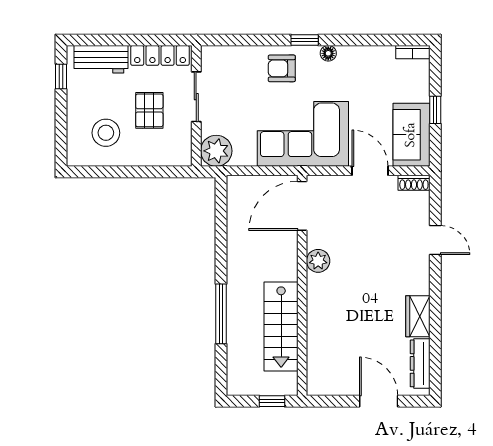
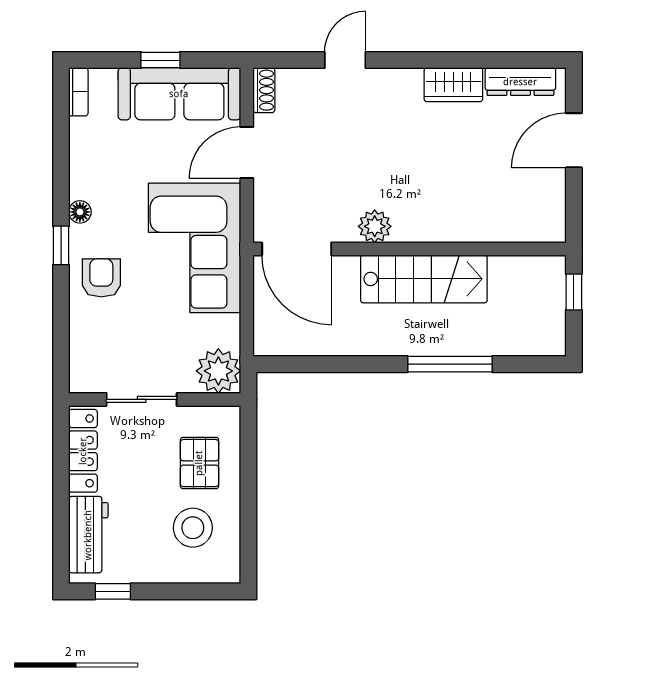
armchair: (282, 68) -> (101, 278), turned 180
pallet: (149, 110) -> (199, 463), moved, turned 90
sofa: (411, 135) -> (179, 94), width x1.36
stairs: (281, 326) -> (424, 279), moved

